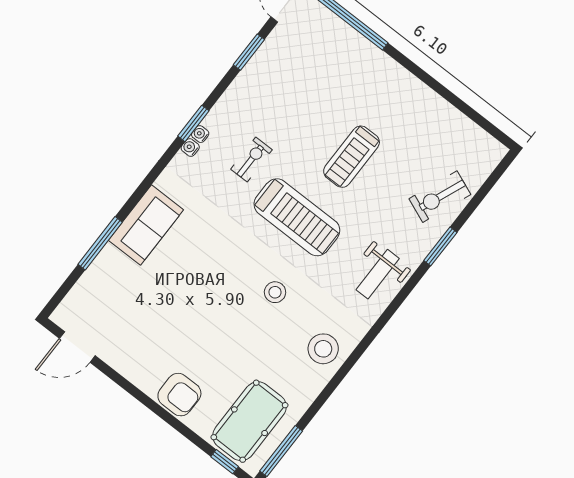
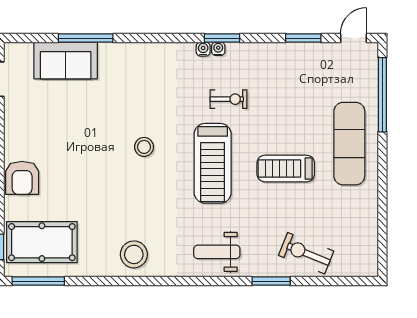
exercise mat: (373, 84) -> (349, 144), added
sofa: (146, 225) -> (66, 61), moved
stool: (275, 292) -> (144, 147), moved

